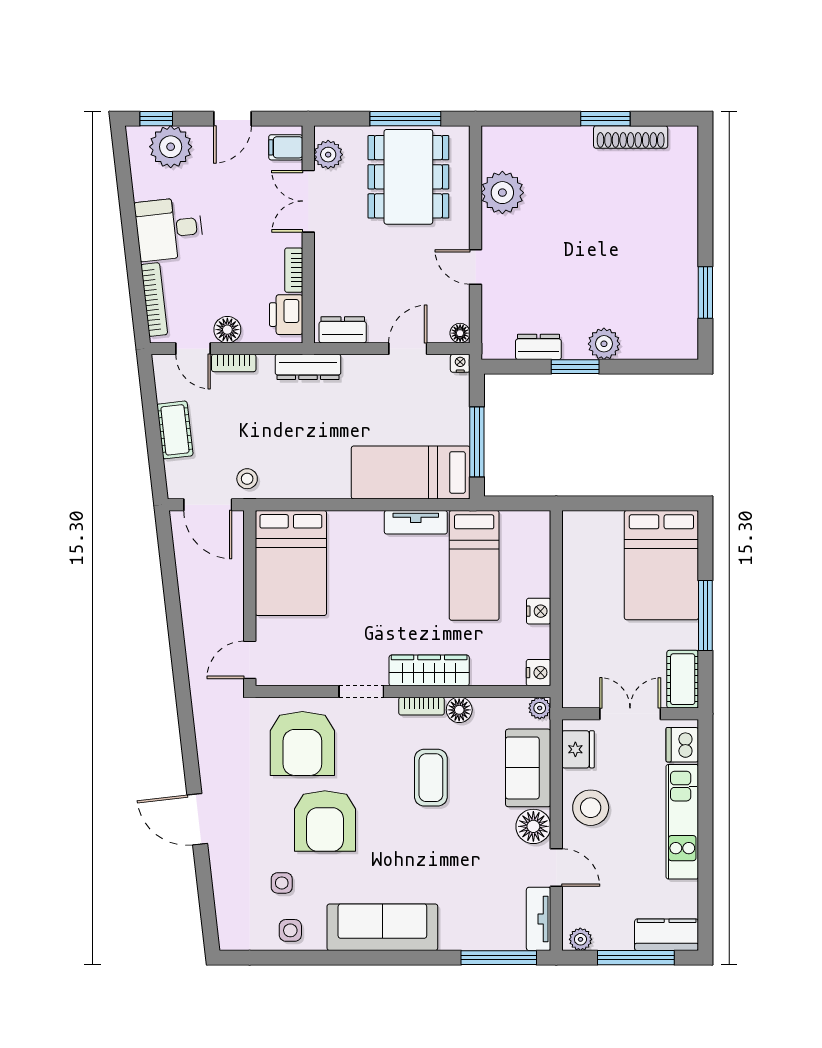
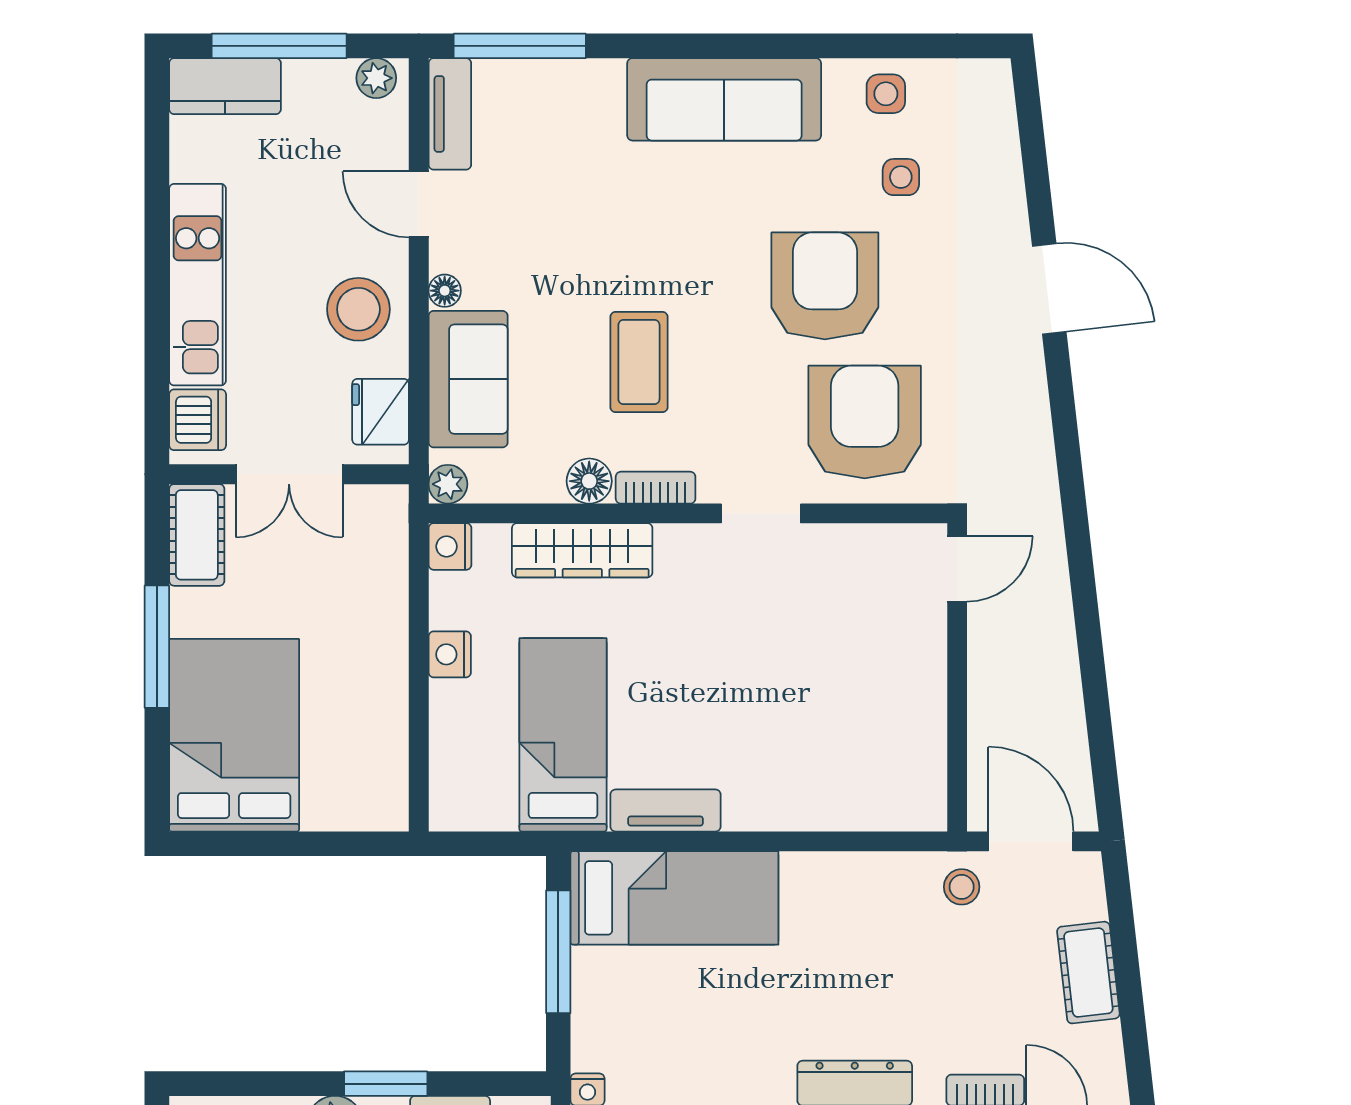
bed: (291, 563) -> (885, 739), removed
wardrobe: (429, 670) -> (582, 550), moved
floor lamp: (533, 826) -> (445, 291), width x0.53, depth x0.53

